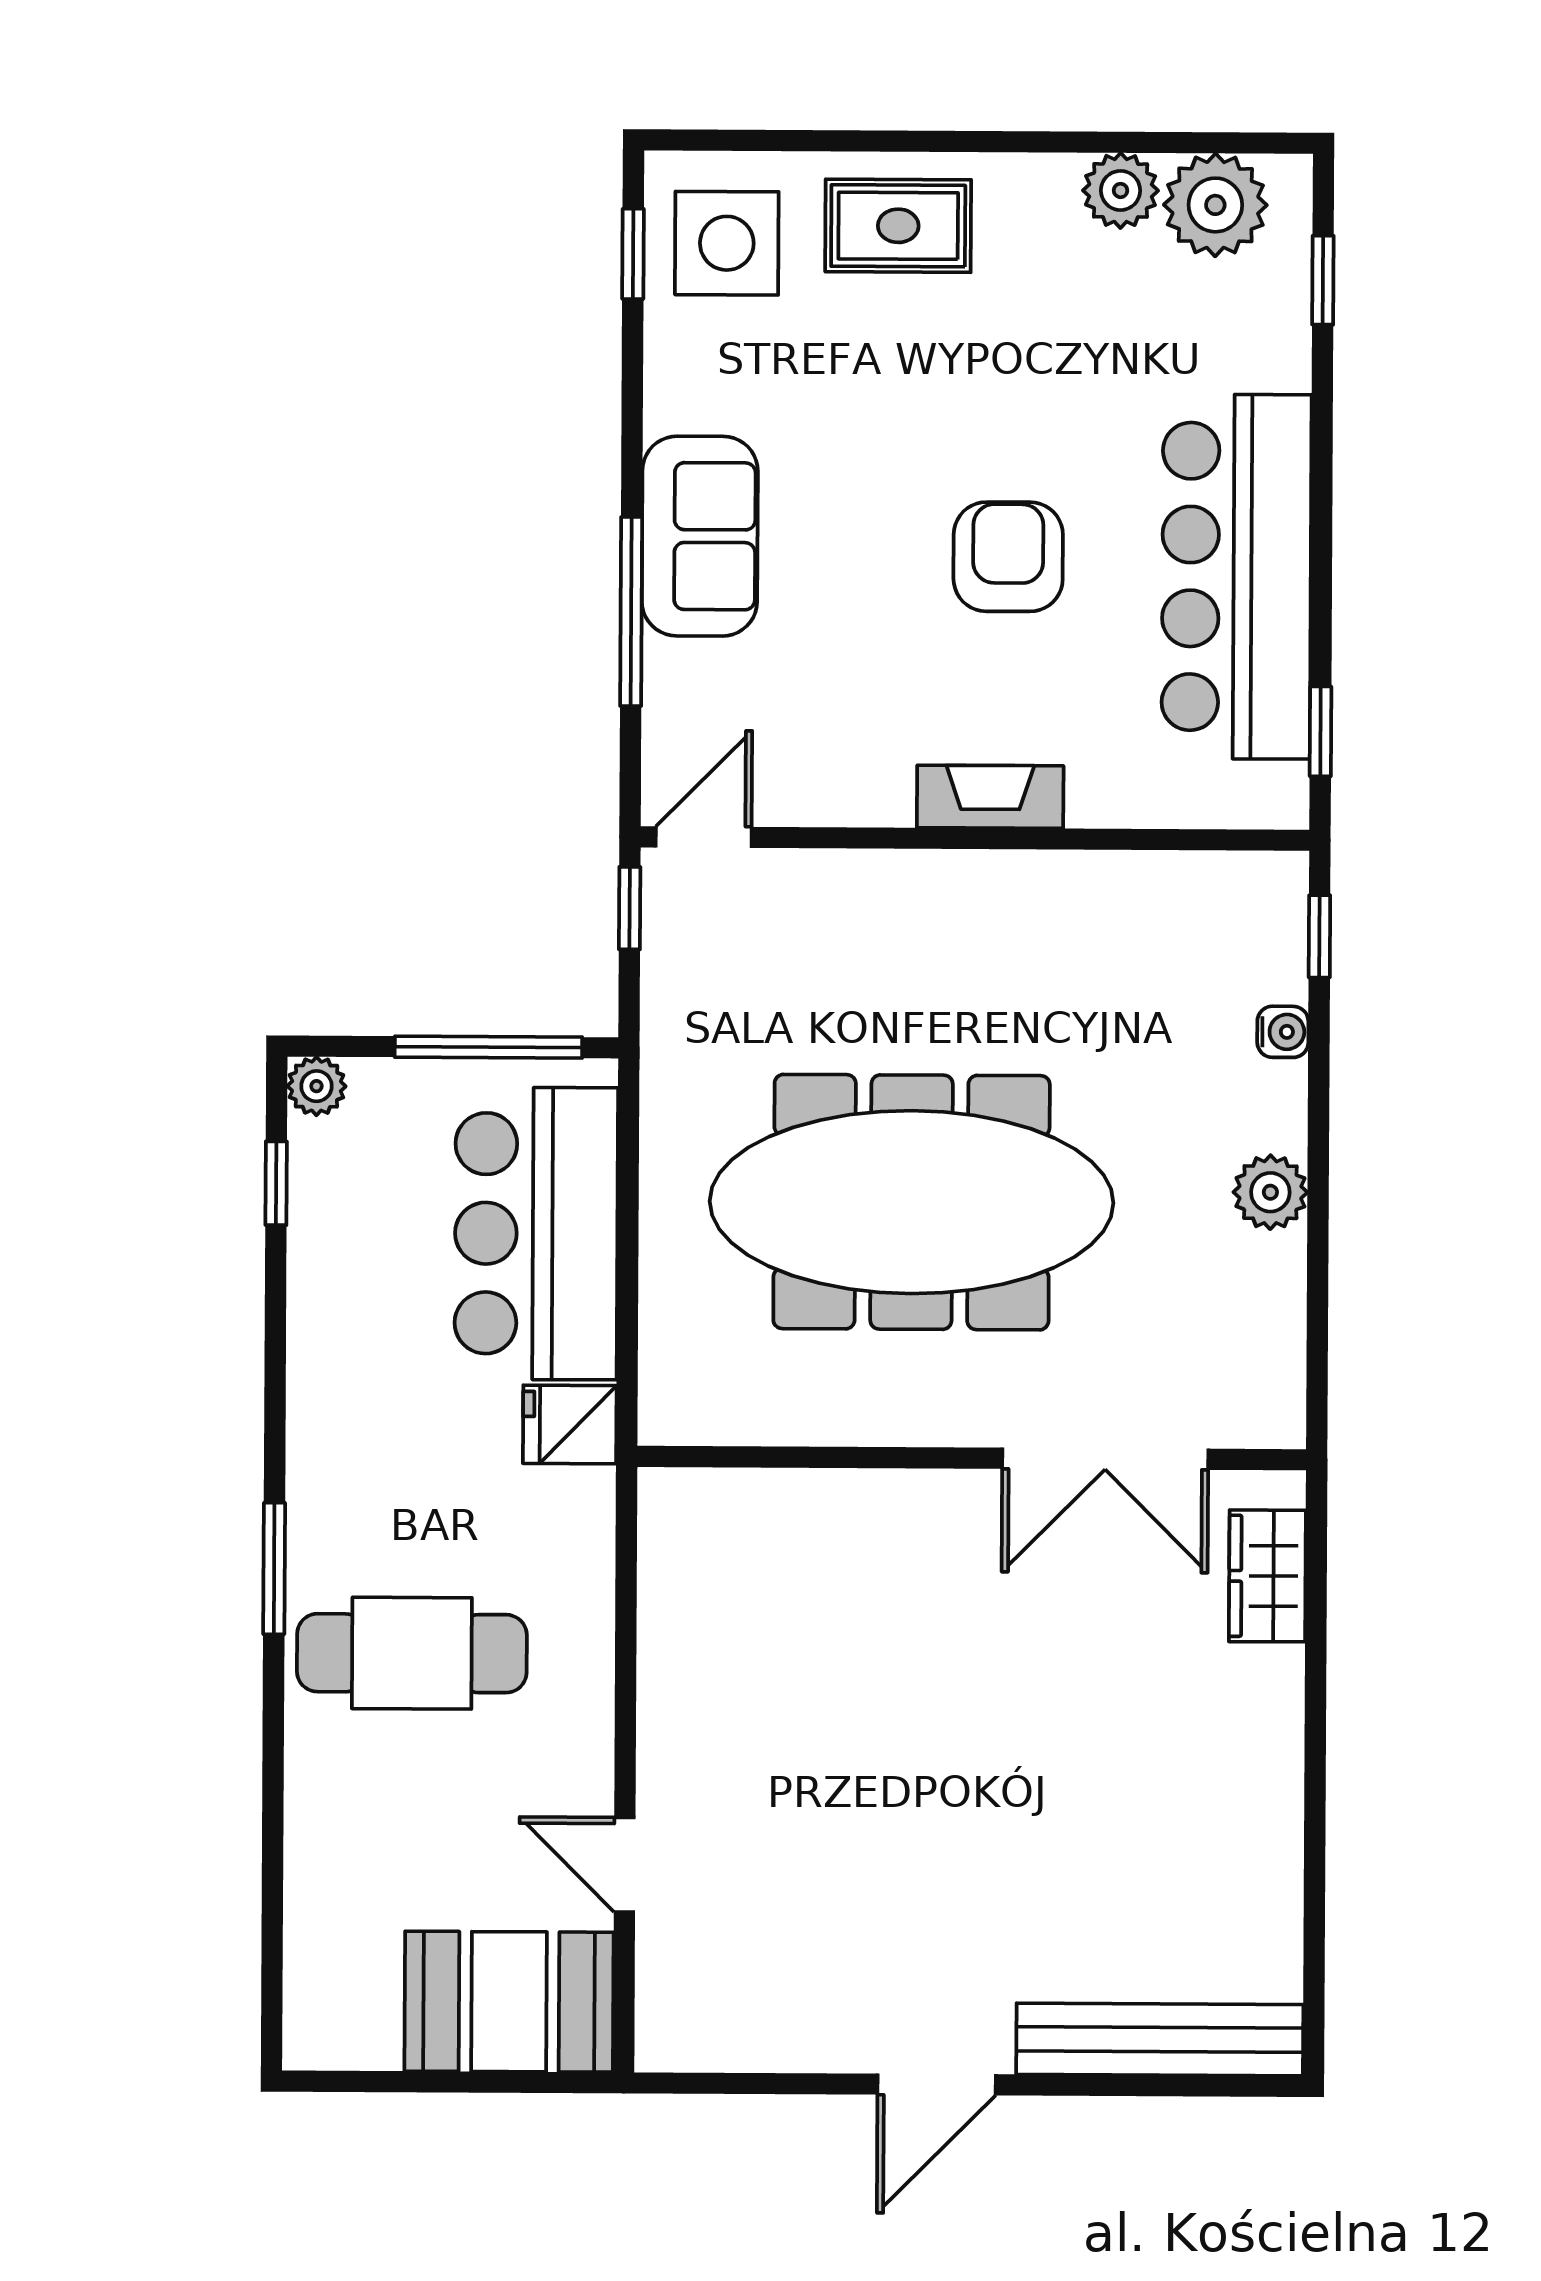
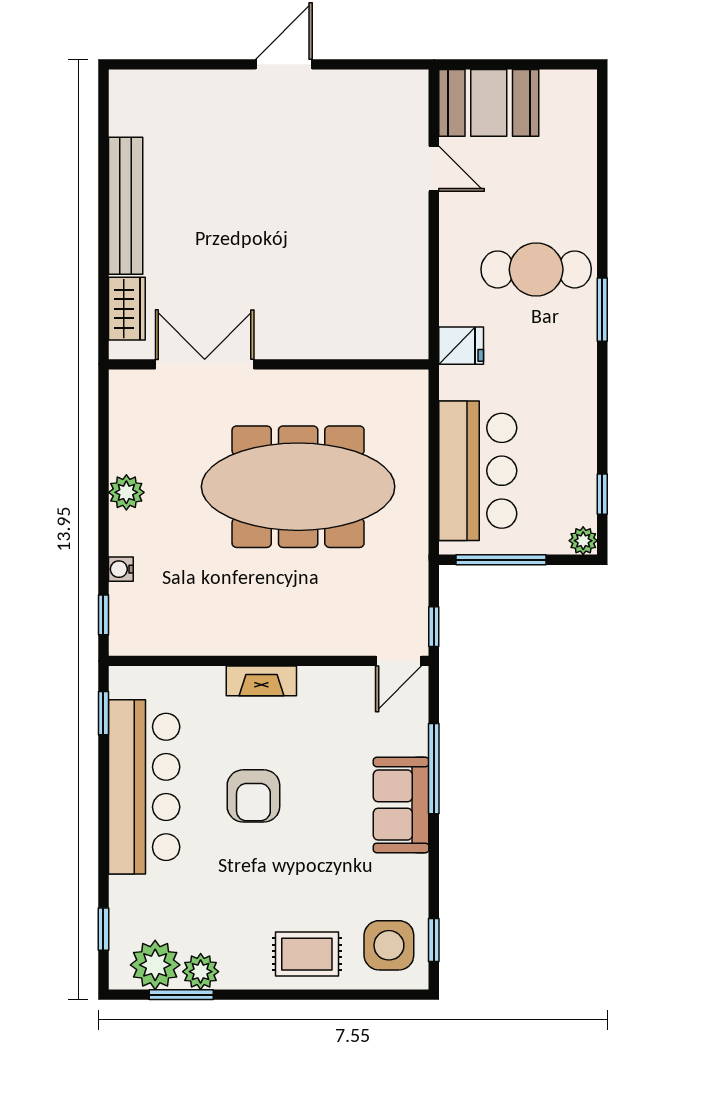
window: (1161, 142) -> (181, 995), added
fridge: (570, 1424) -> (461, 346), moved
bench: (1160, 2039) -> (126, 206), moved, turned 90

